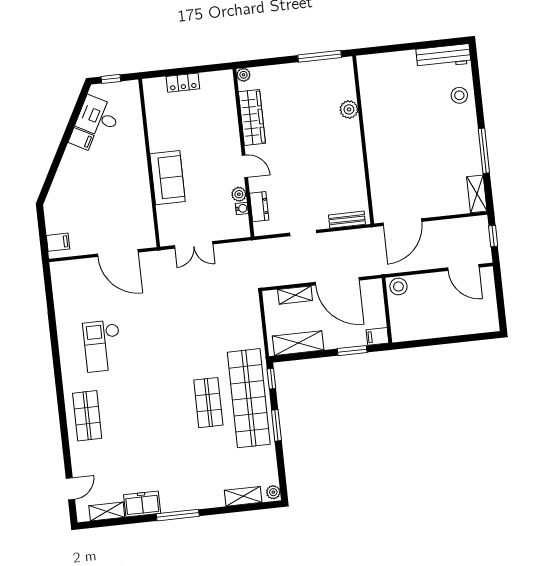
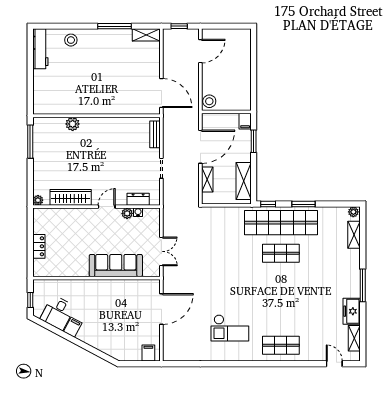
sofa: (168, 178) -> (116, 266), width x1.36

